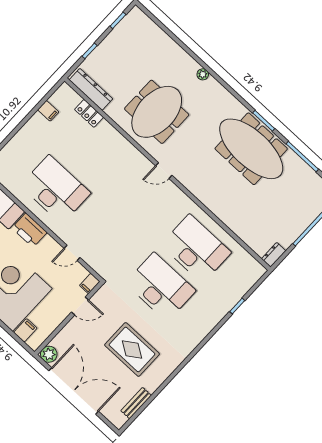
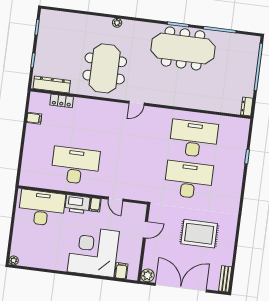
door: (72, 253) -> (116, 199), hinge flipped
filing cabinet: (90, 283) -> (95, 205), moved
bench: (136, 403) -> (225, 279), moved

